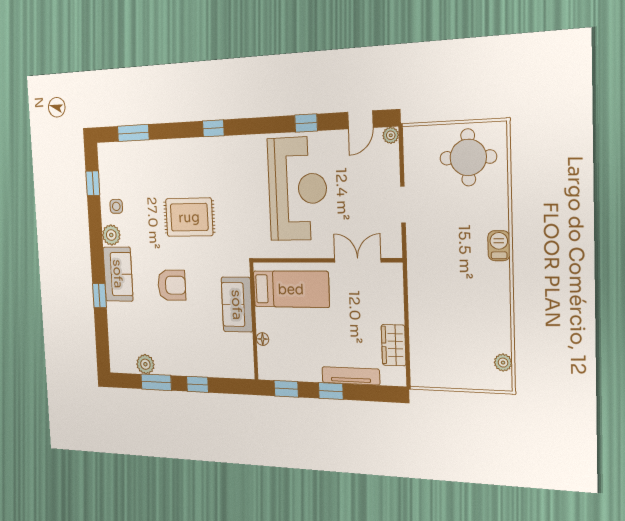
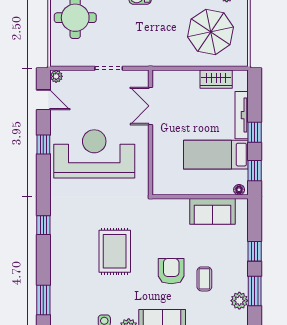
bed: (291, 289) -> (216, 155), moved, turned -90
sofa: (237, 305) -> (212, 211), moved
coffee table: (166, 324) -> (204, 279), added
floor lamp: (263, 339) -> (239, 190), moved
parasol: (454, 340) -> (211, 32), added

